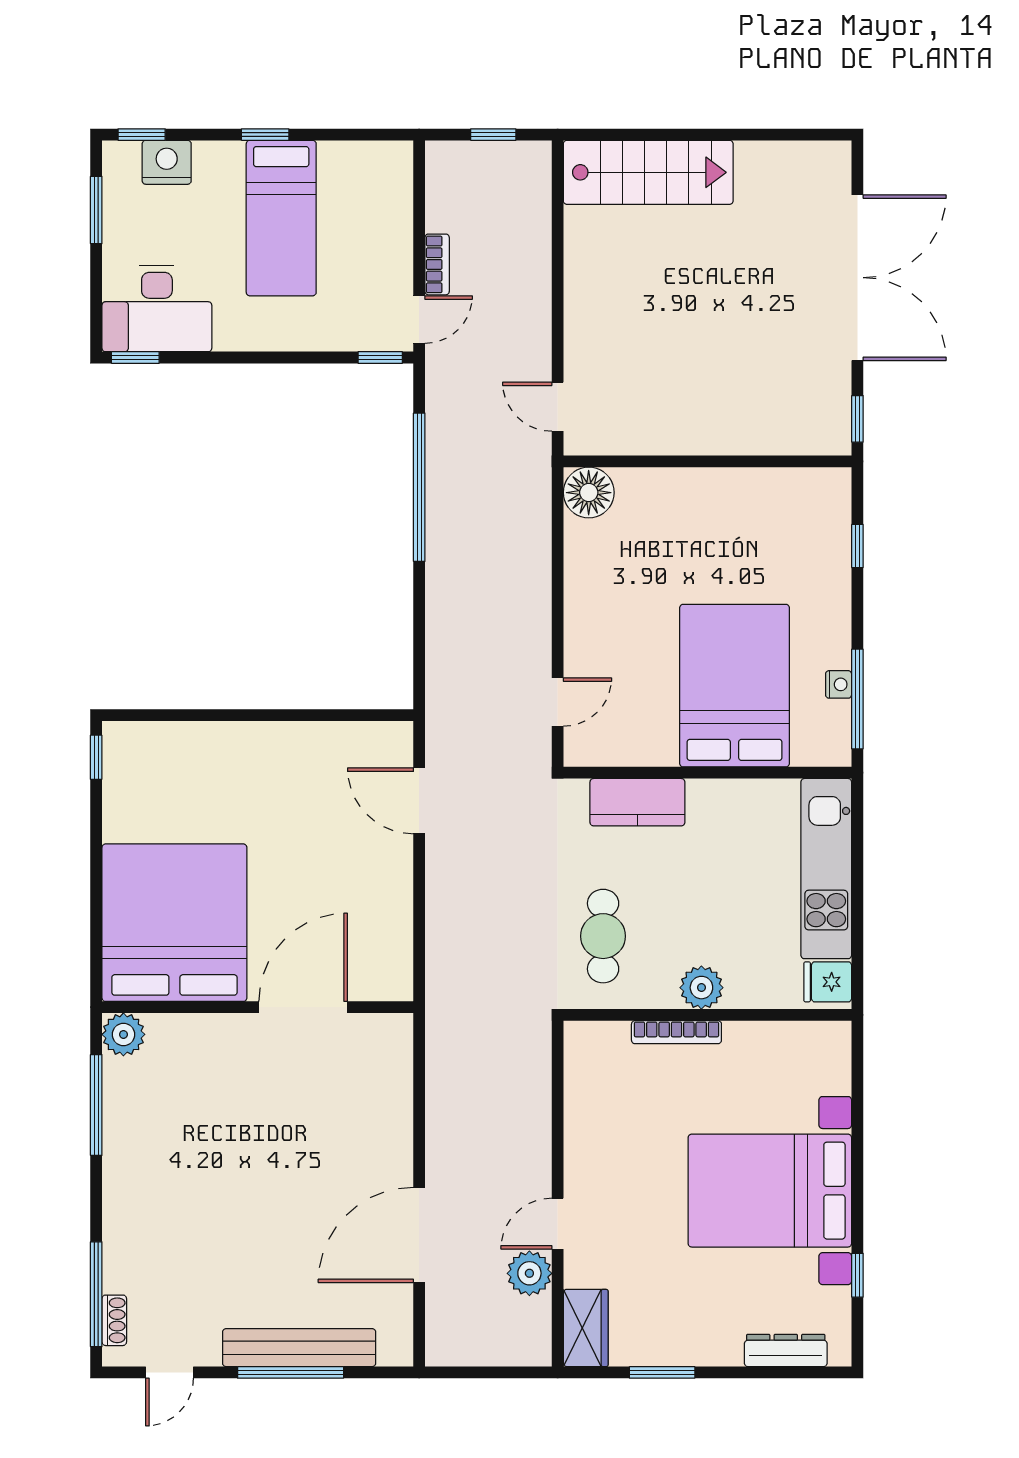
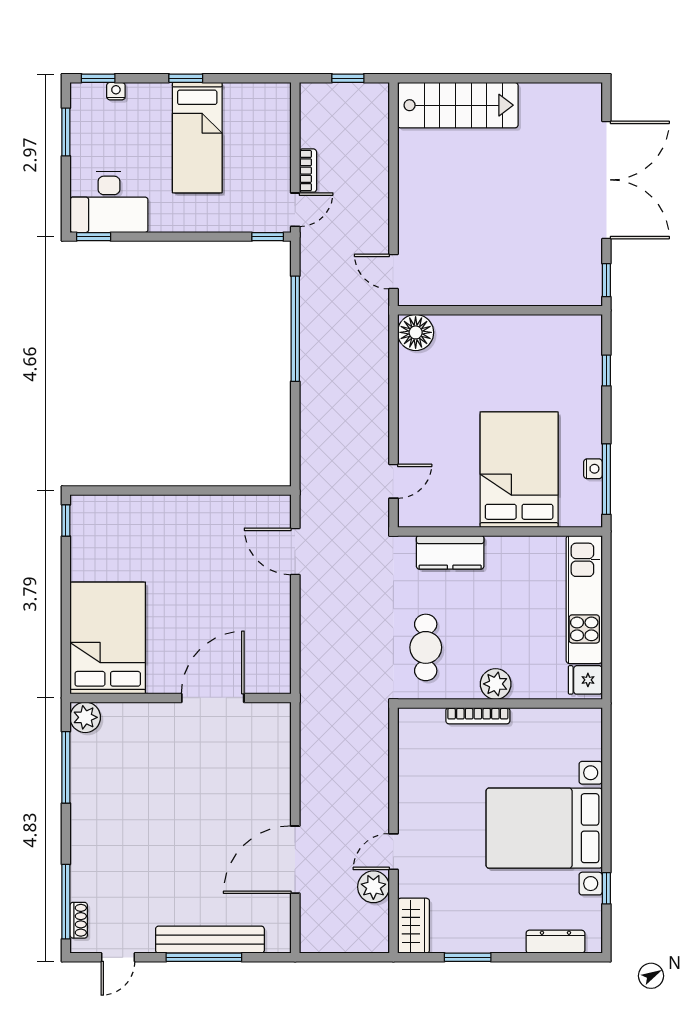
nightstand: (167, 162) -> (116, 91), width x0.53, depth x0.56
bed: (174, 923) -> (108, 638), width x0.73

